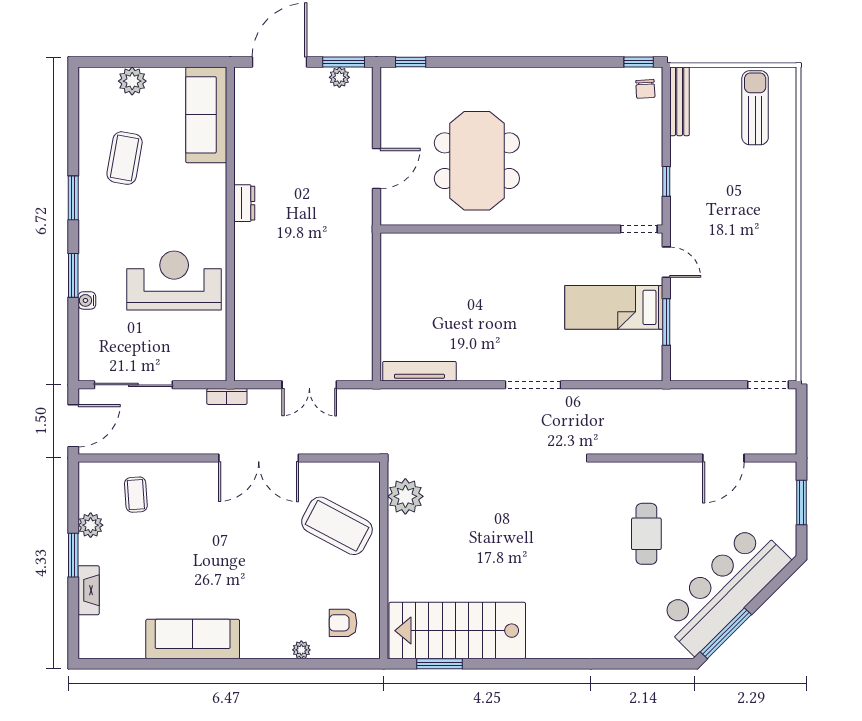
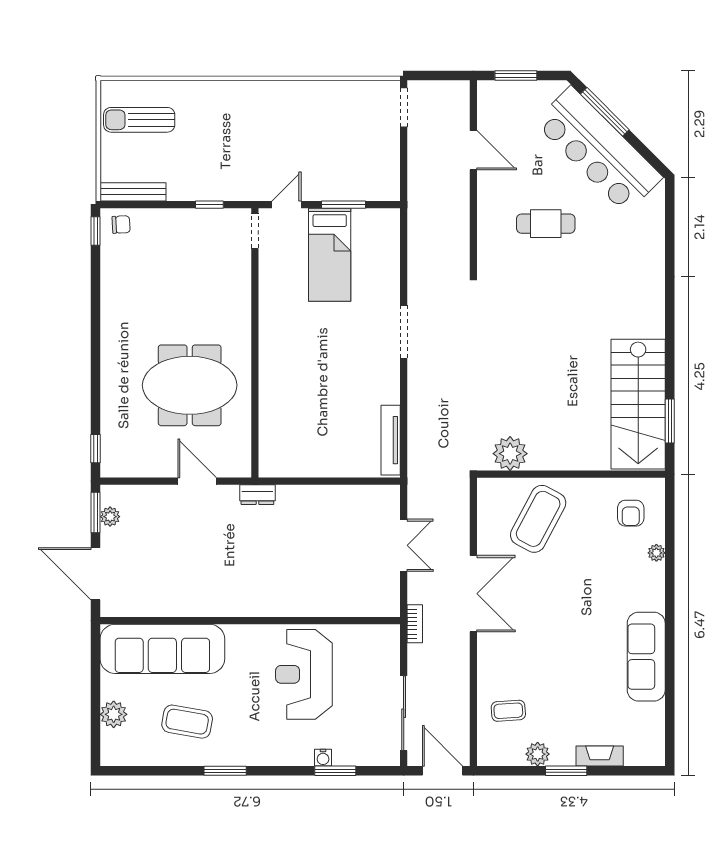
sofa: (206, 115) -> (162, 649), width x1.36, depth x1.27
dresser: (244, 203) -> (257, 495), moved, turned 180
window: (73, 275) -> (335, 771), moved
window: (726, 633) -> (605, 112), moved

